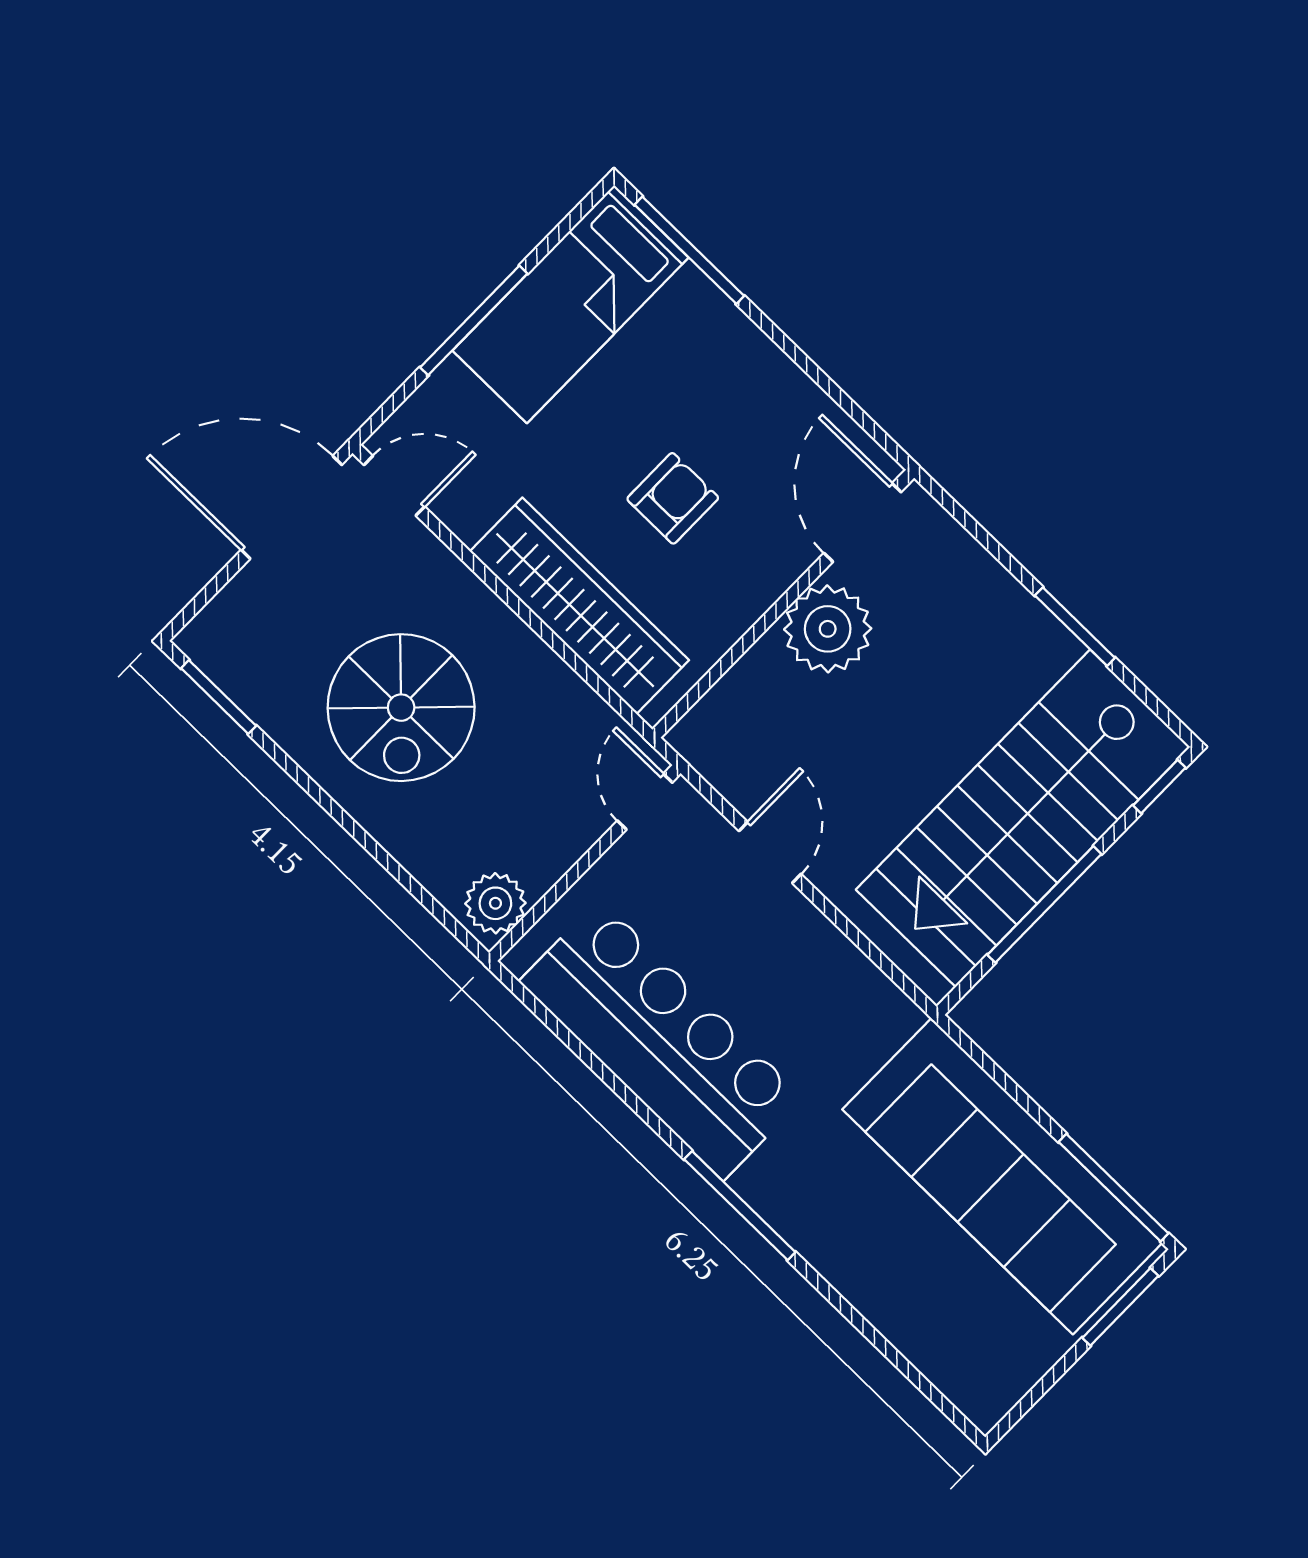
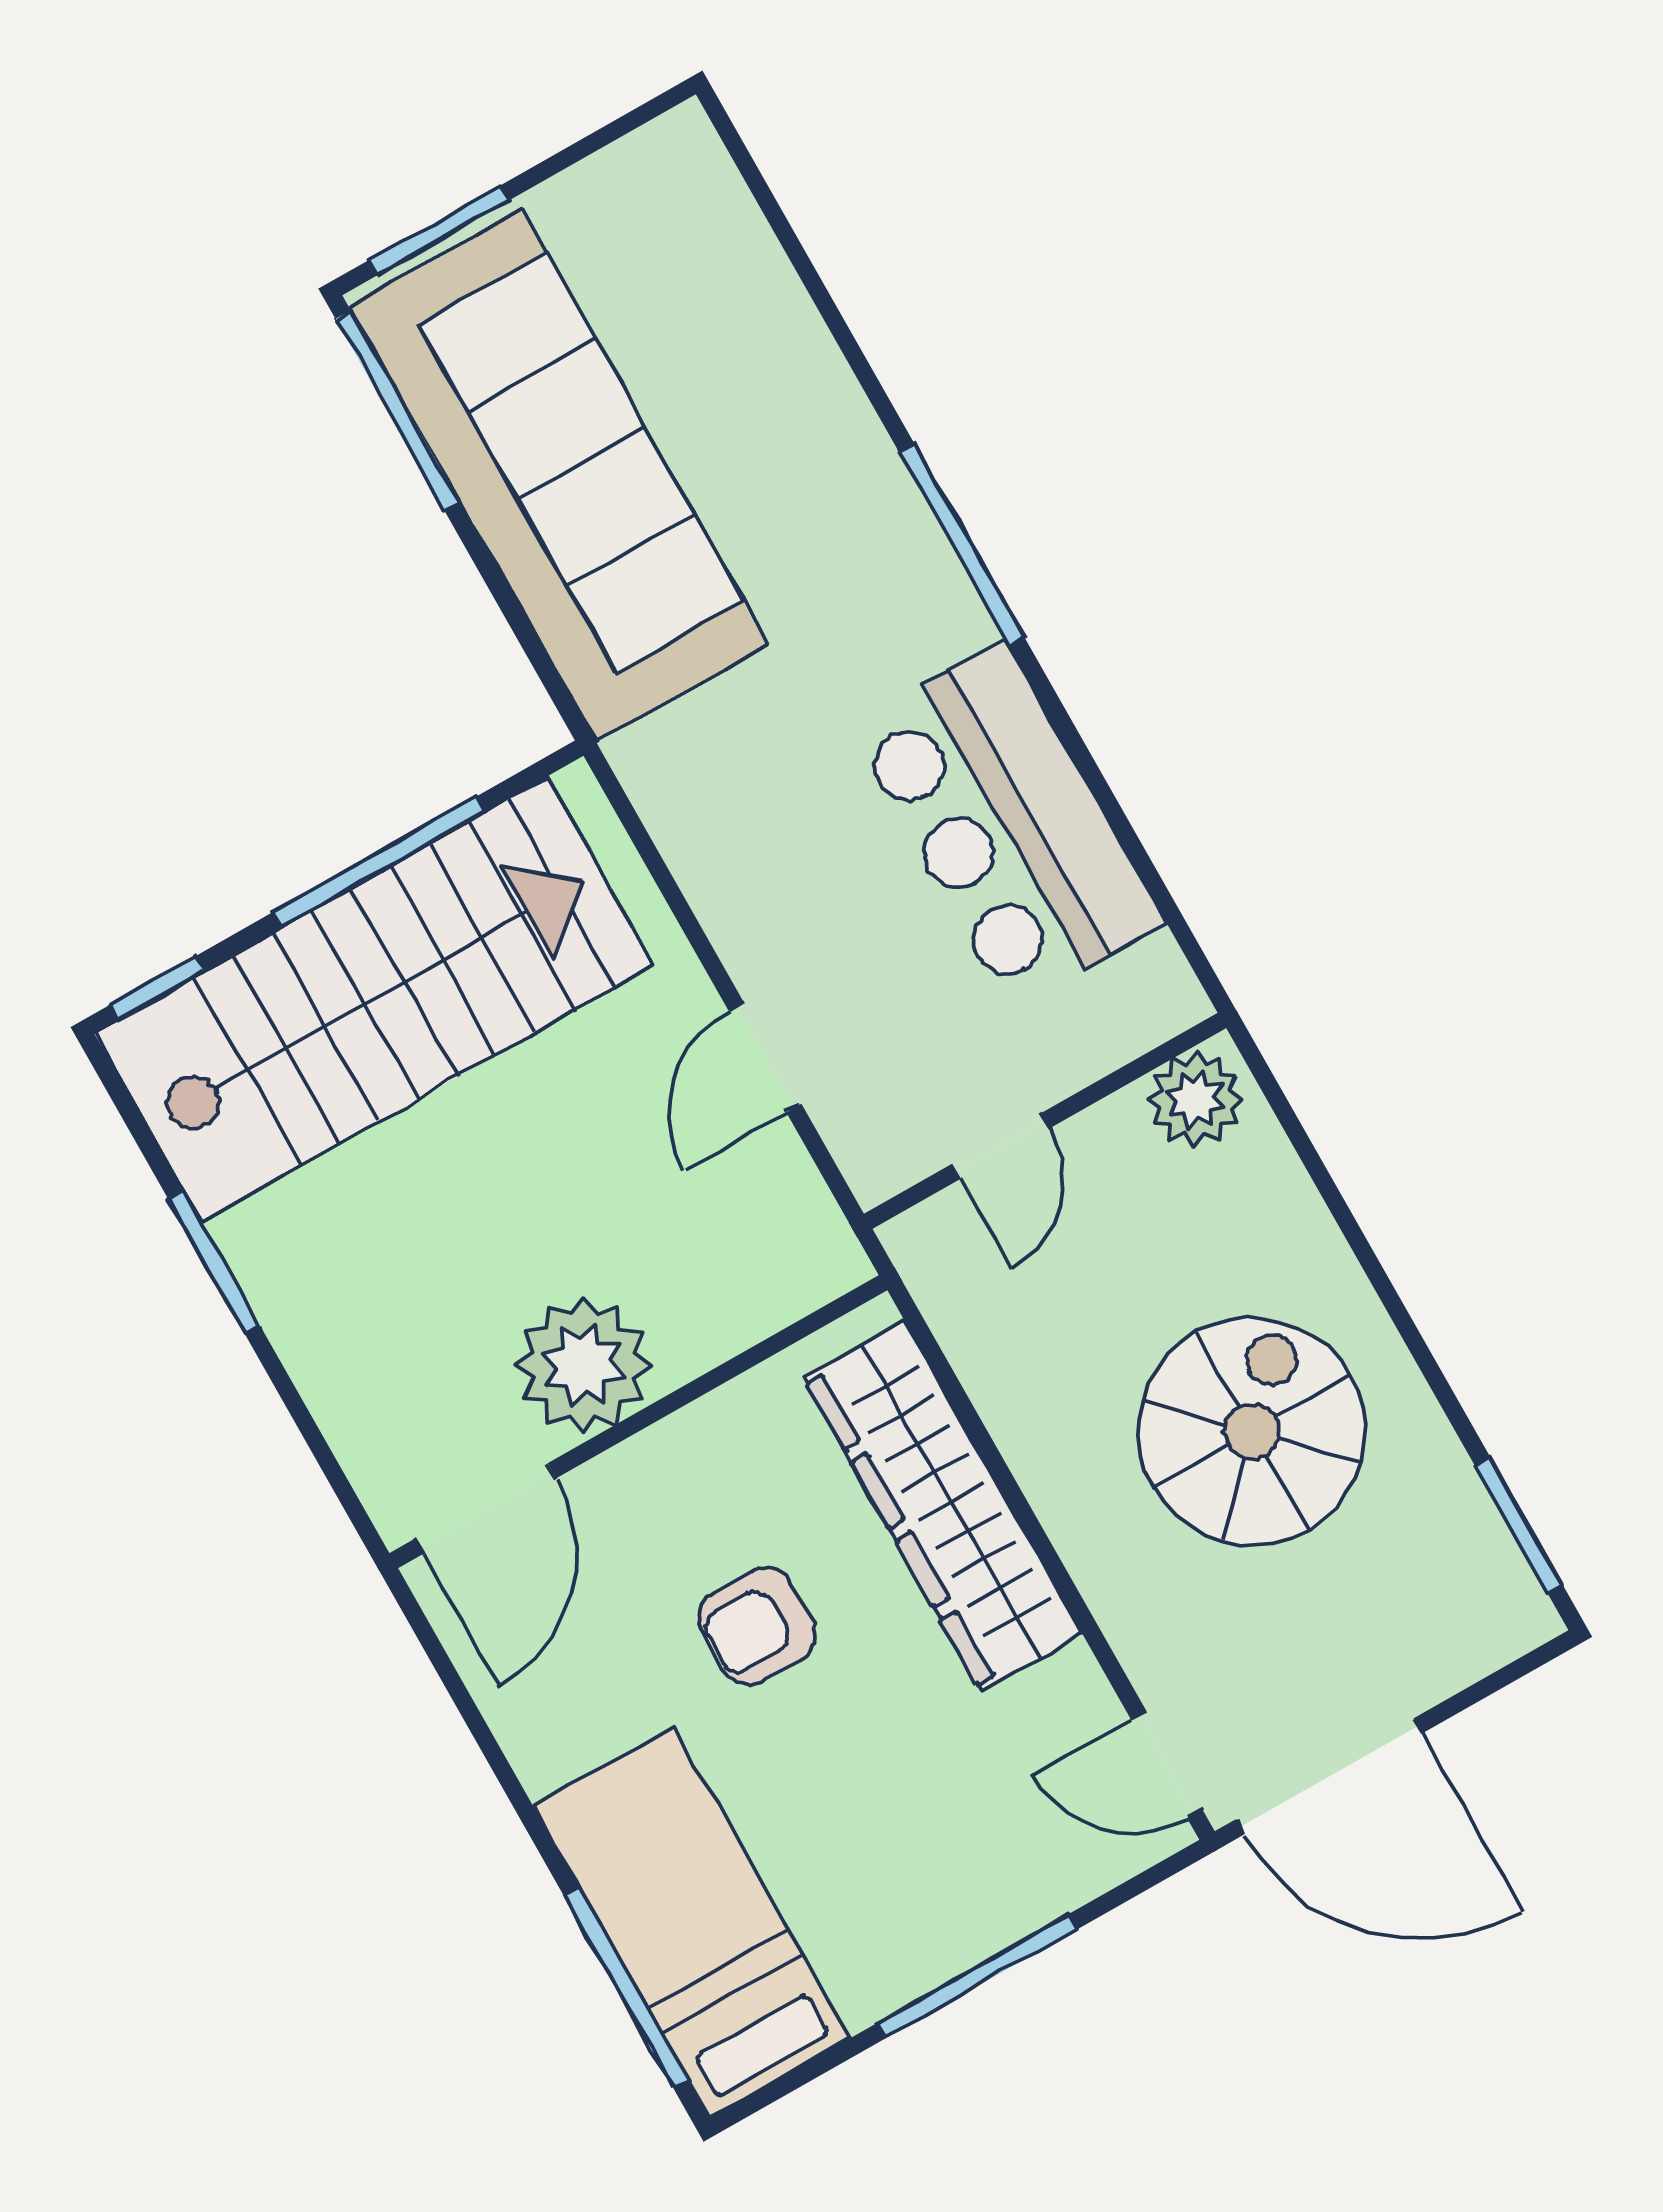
bed: (571, 304) -> (692, 1922), moved, turned -90
door: (645, 802) -> (1001, 1146), moved
bar counter: (661, 1040) -> (1007, 825), width x0.73

